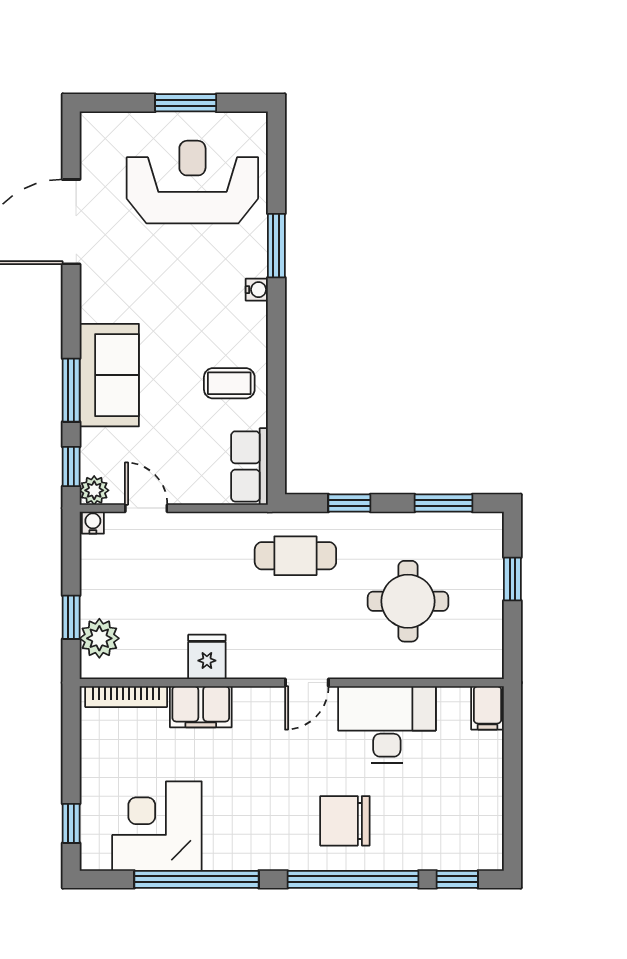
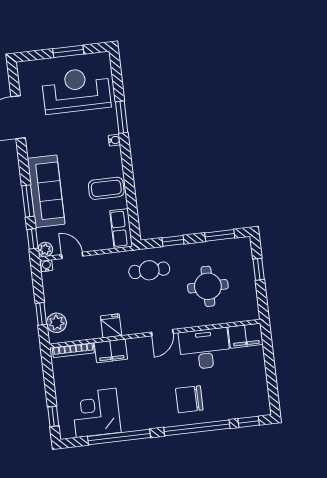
sofa: (109, 375) -> (46, 191), width x1.36
coffee table: (229, 383) -> (106, 188), width x1.36, depth x1.30
filing cabinet: (488, 708) -> (246, 336), width x2.00

